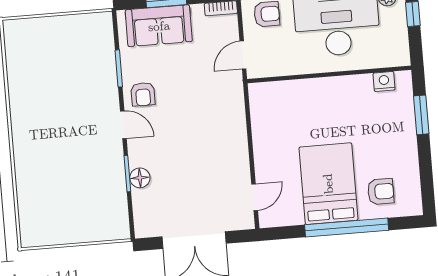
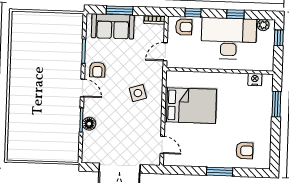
side table: (209, 123) -> (138, 93), added
bed: (328, 184) -> (190, 106), moved, turned 90
door: (255, 197) -> (162, 145), hinge flipped
window: (347, 228) -> (220, 172), width x0.47

